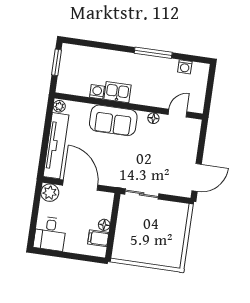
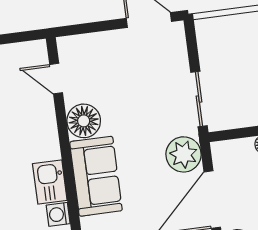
floor lamp: (153, 118) -> (84, 121), width x1.89, depth x1.89
plant: (112, 176) -> (184, 154), added

